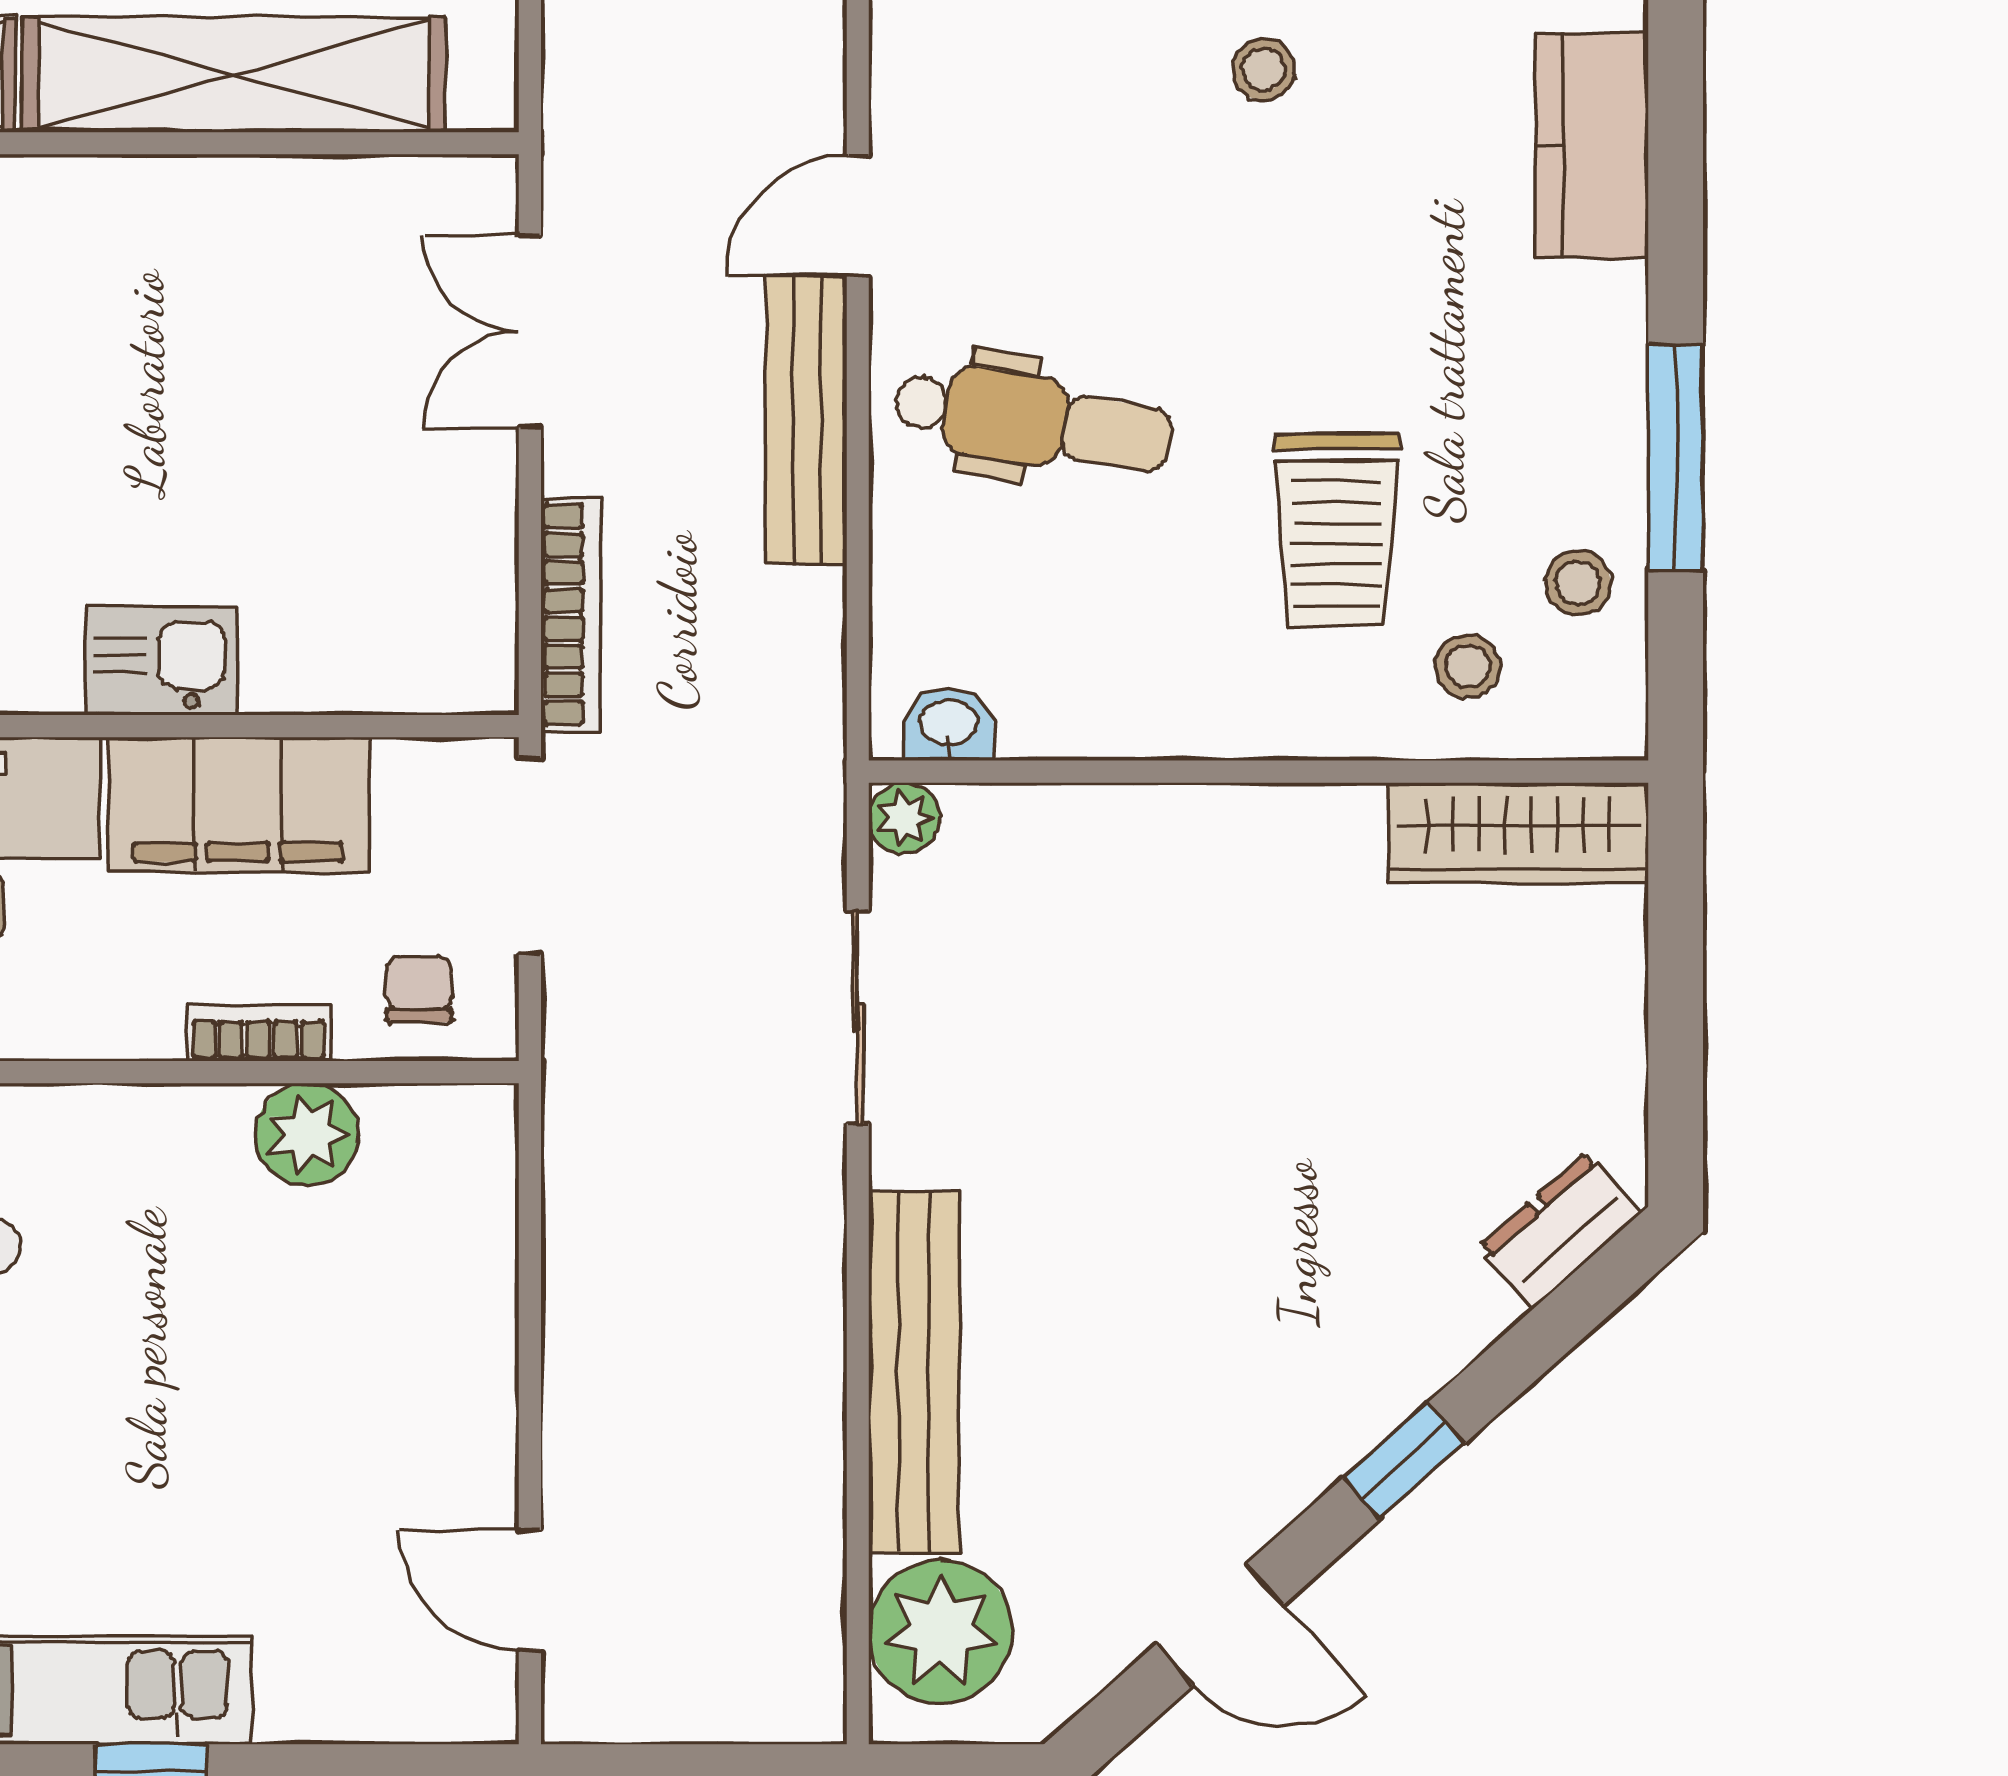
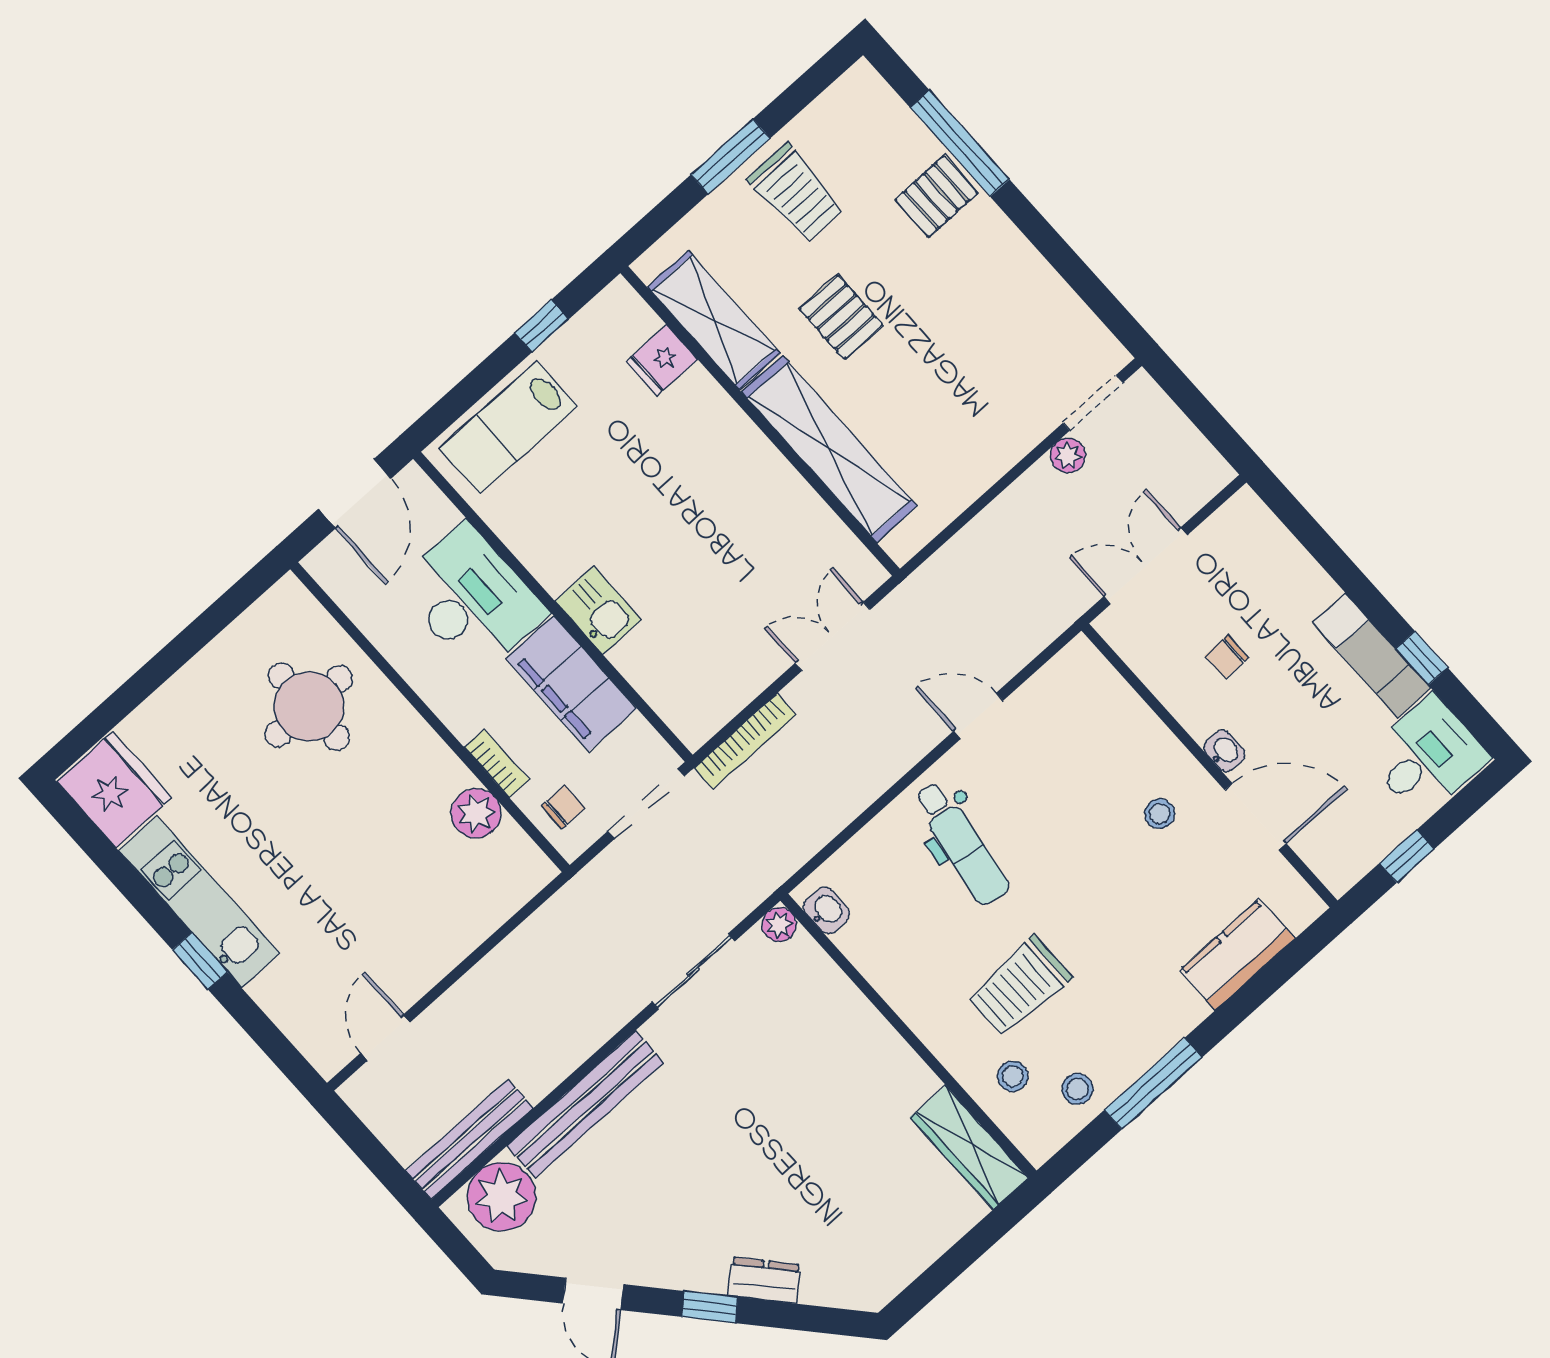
bench: (807, 420) -> (470, 1139), moved
dresser: (1560, 1230) -> (764, 1280), moved

